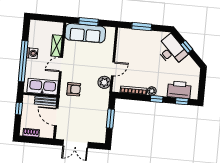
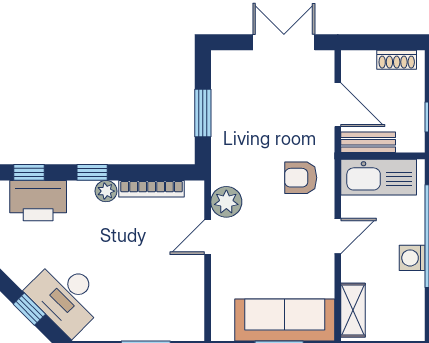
shelving: (57, 46) -> (353, 310), moved

